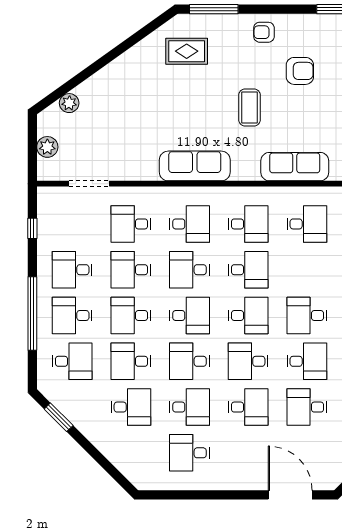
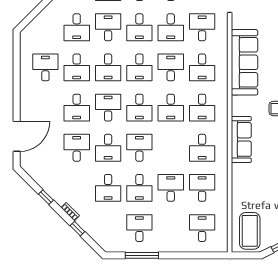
sofa: (195, 166) -> (245, 62), width x1.36, depth x1.27
desk: (131, 270) -> (171, 27), turned 180
desk: (131, 316) -> (139, 27), turned 180
desk: (189, 361) -> (108, 67), turned 180

